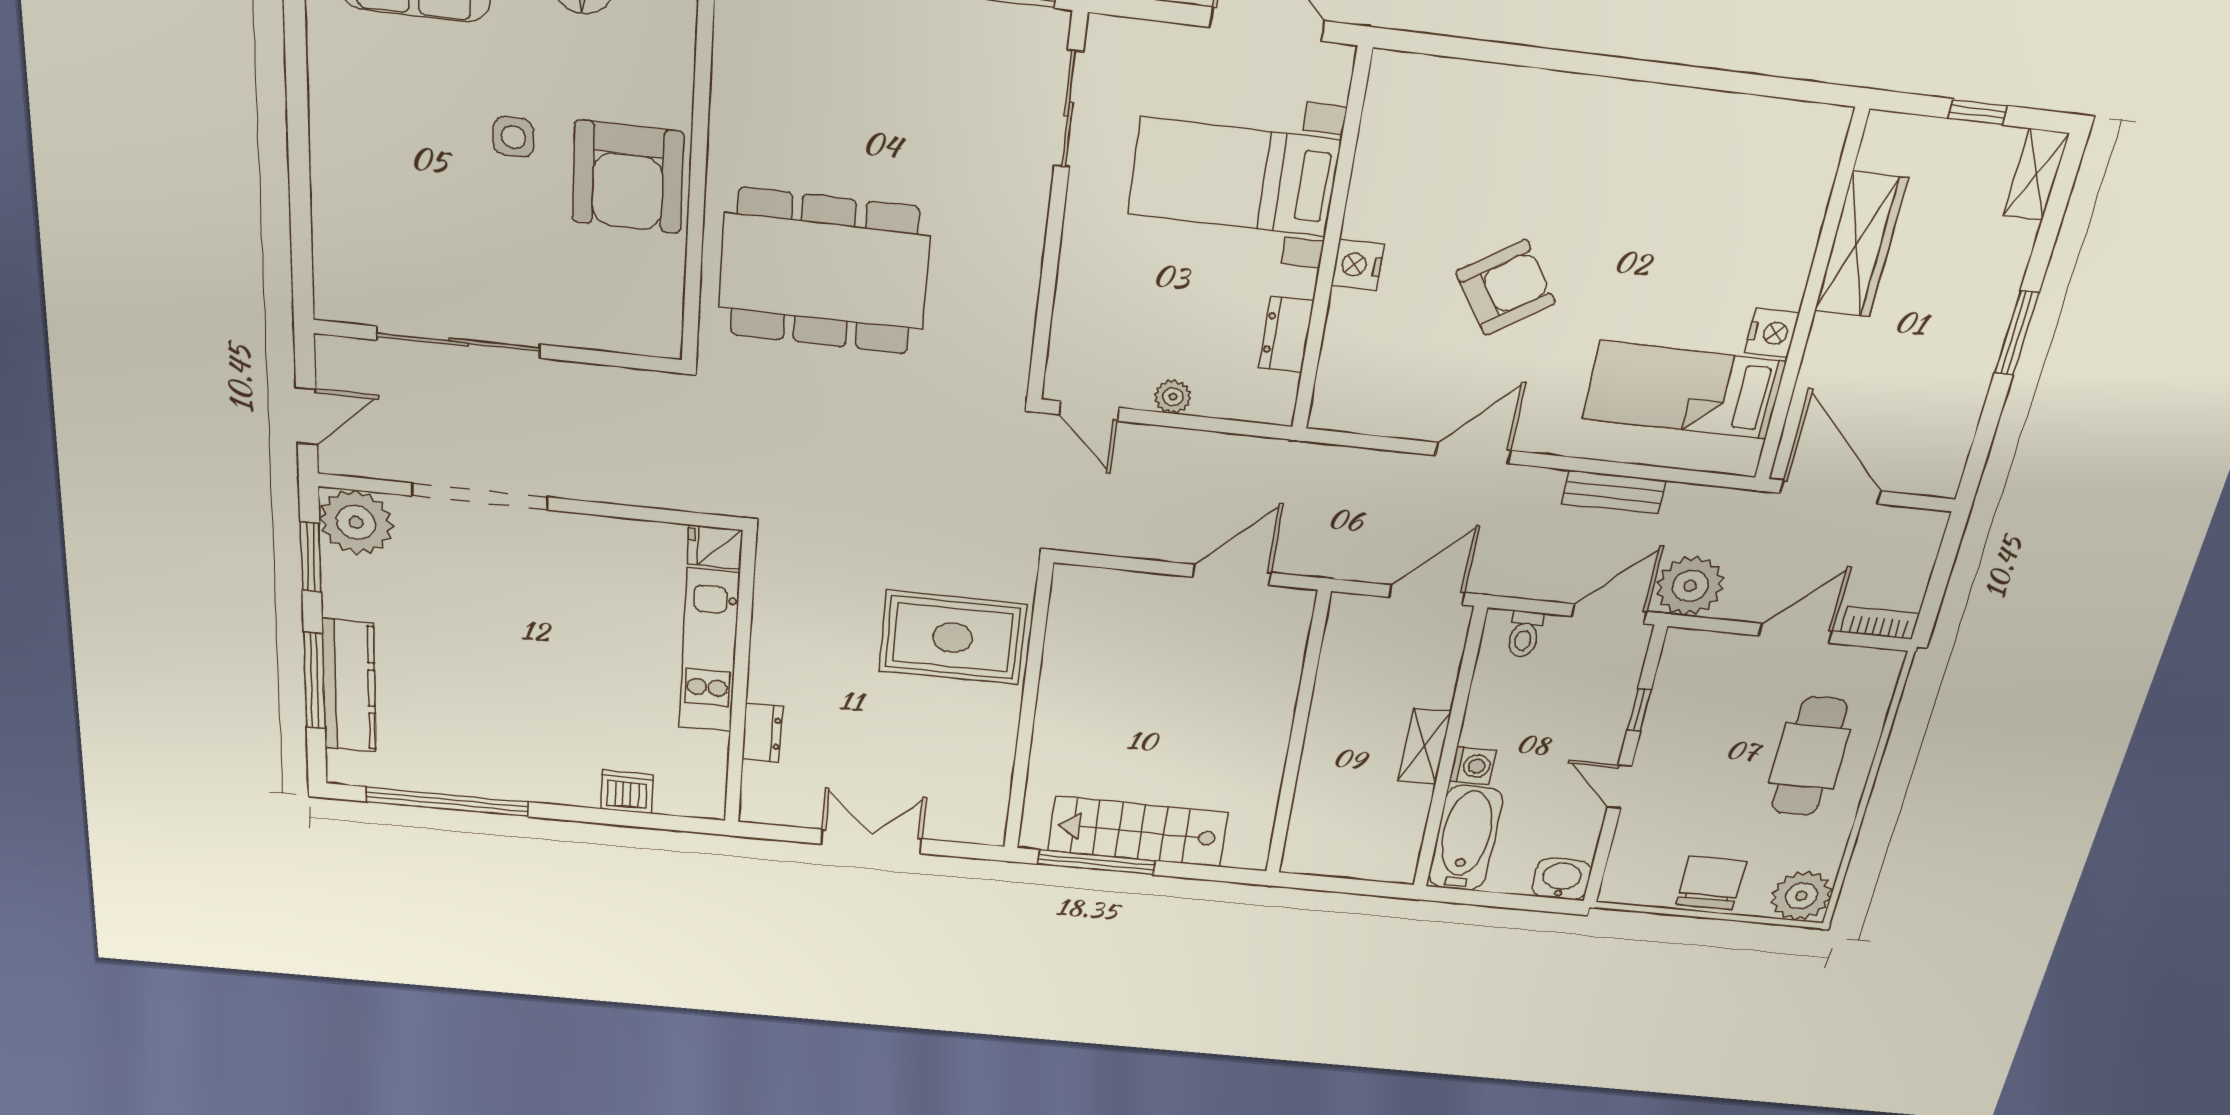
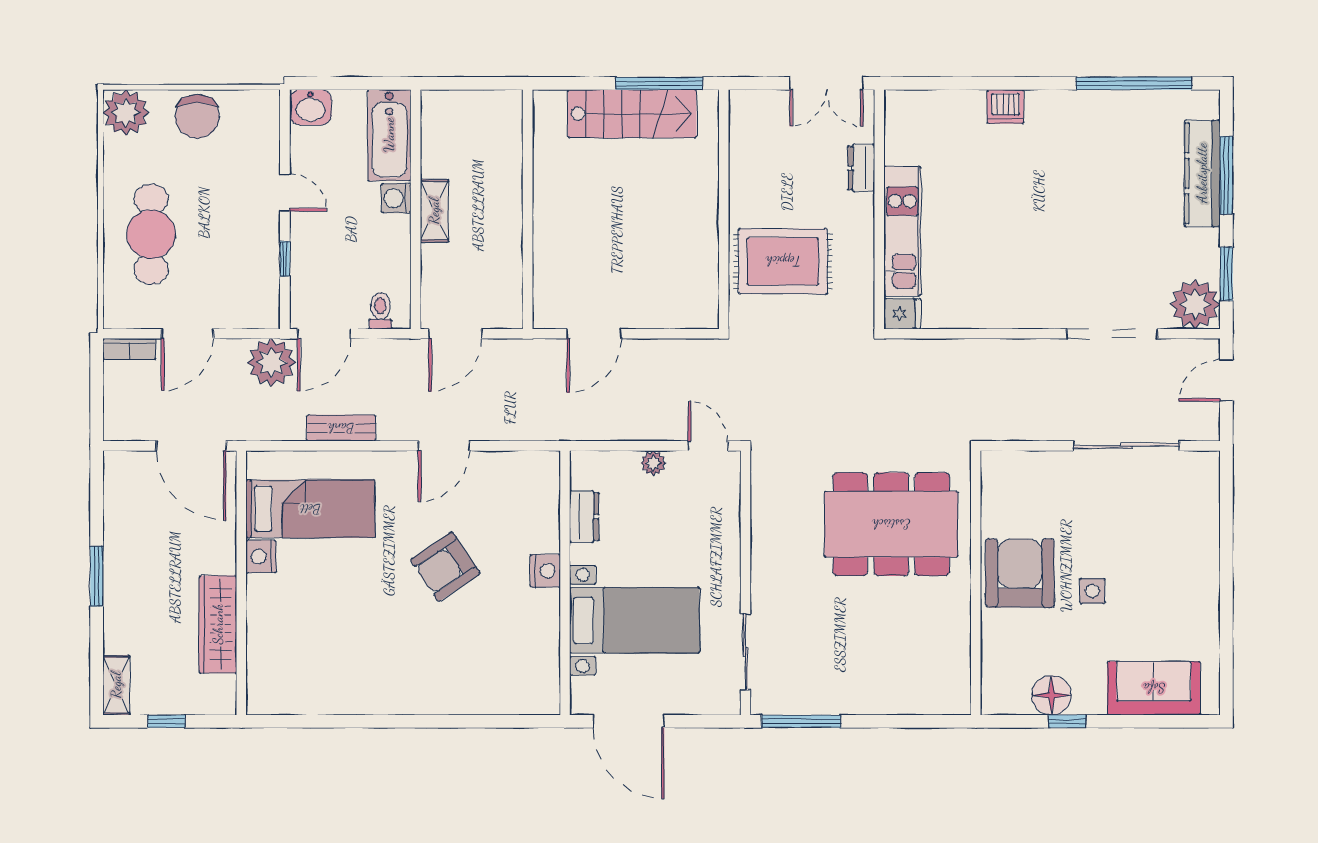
fridge: (715, 547) -> (902, 314), moved
kitchen unit: (709, 651) -> (902, 231), moved
wall: (740, 680) -> (879, 209), moved
dresser: (762, 733) -> (861, 168), moved

